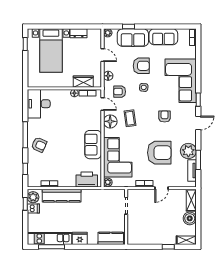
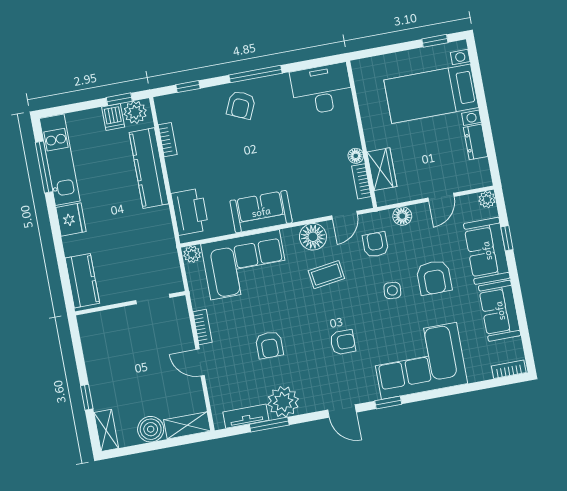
armchair: (159, 153) -> (269, 345), width x0.53, depth x0.53

